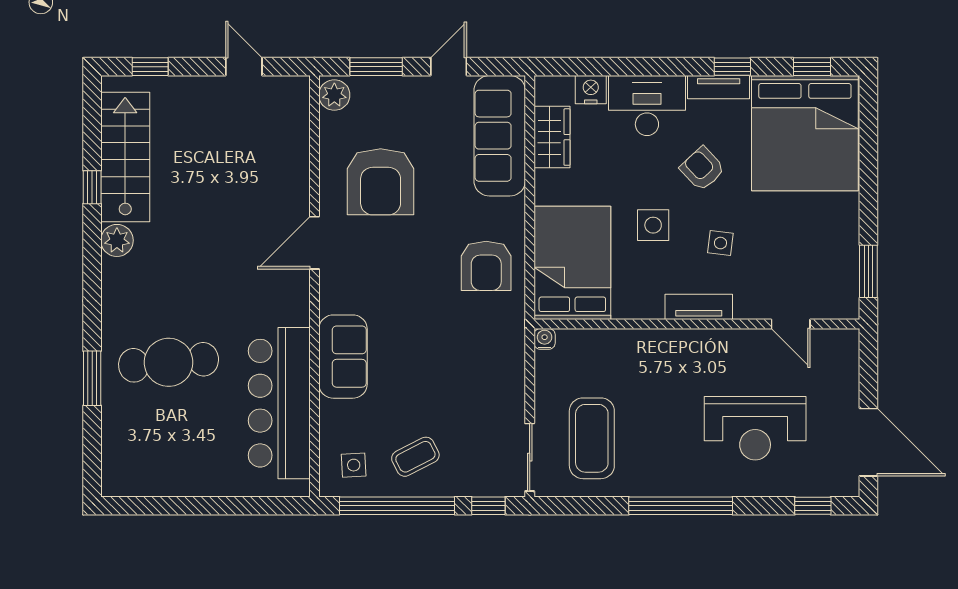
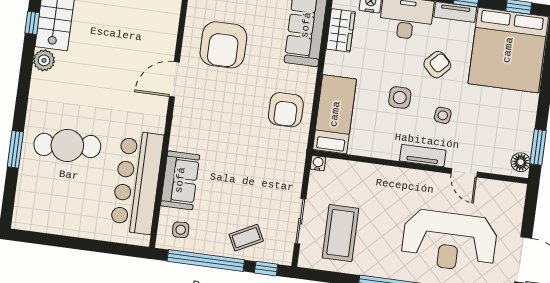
armchair: (702, 169) -> (437, 65), turned 87
bed: (572, 263) -> (335, 114), width x0.67
floor lamp: (845, 297) -> (521, 162), added
door: (791, 324) -> (464, 173), moved
sofa: (343, 357) -> (180, 180), moved
reception desk: (755, 428) -> (449, 241), width x1.36, depth x1.30
coffee table: (415, 457) -> (246, 238), moved
sliding door: (530, 457) -> (300, 221), moved

